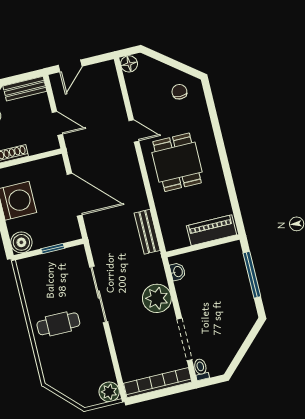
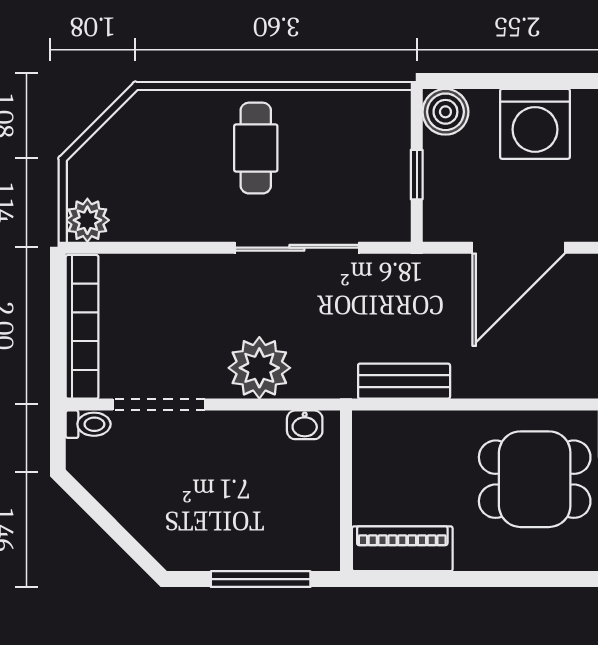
piano: (211, 230) -> (402, 549), moved, turned -90

